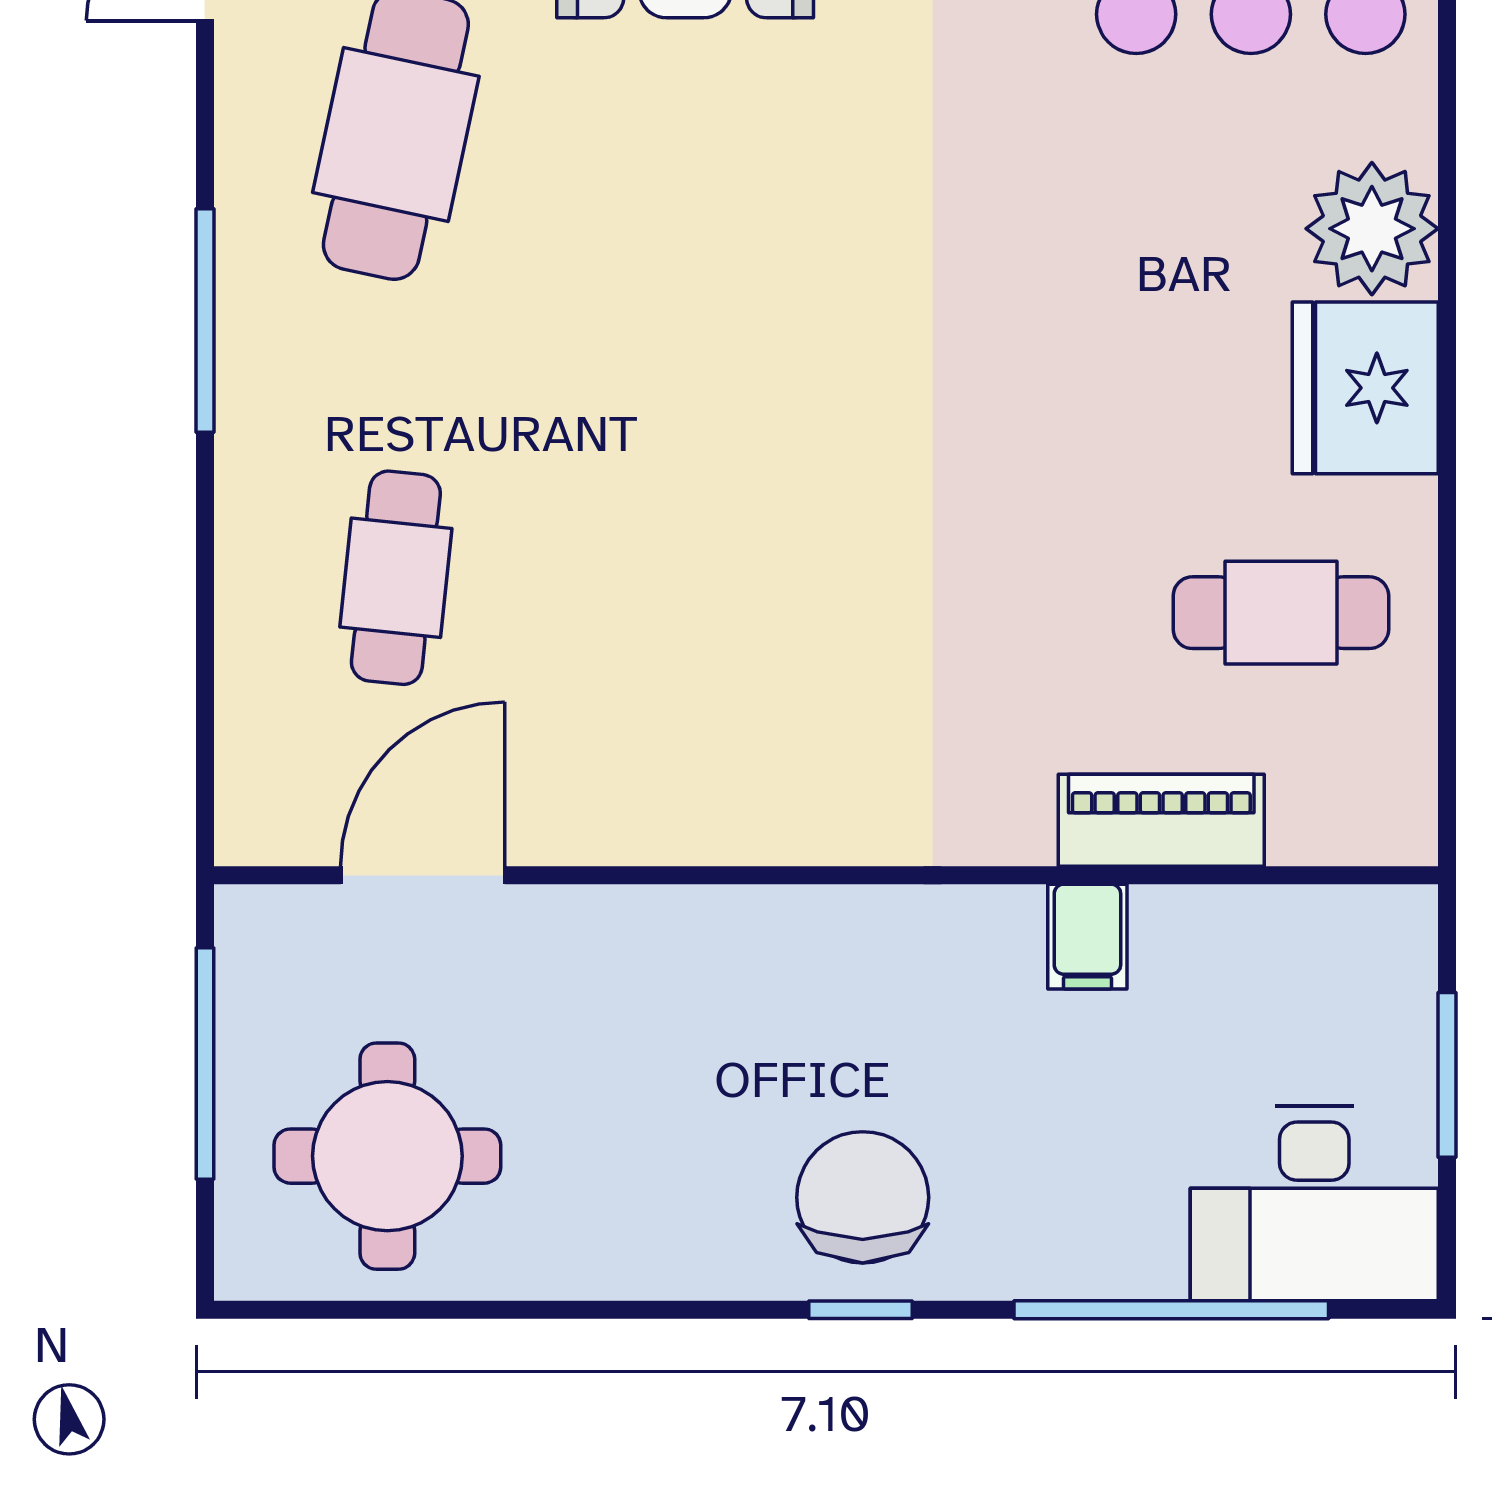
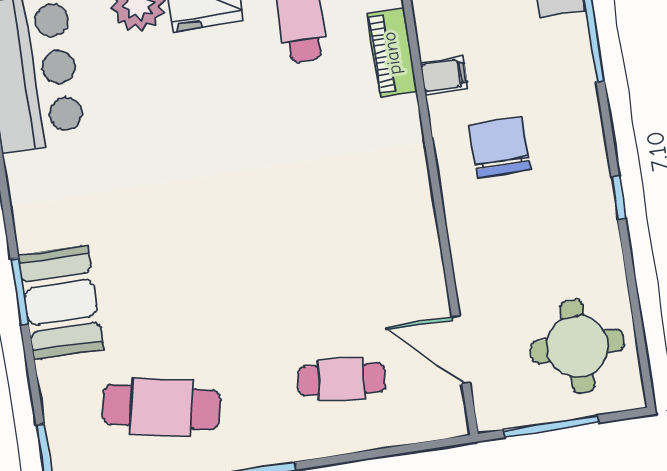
chair: (863, 1197) -> (500, 147), moved, turned 90
window: (861, 1310) -> (618, 198), moved

